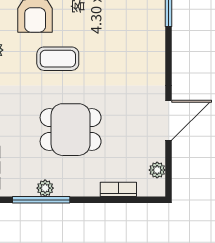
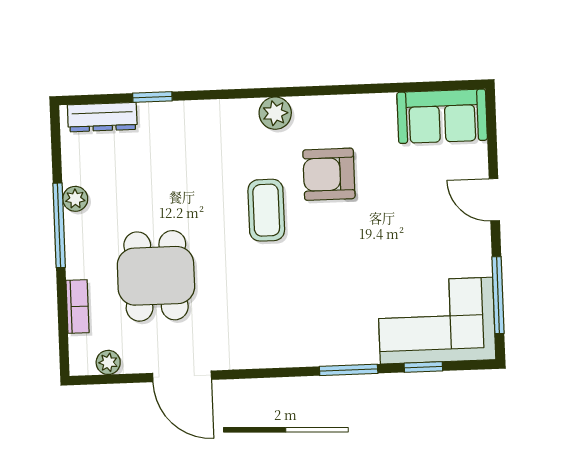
dining table: (71, 130) -> (156, 276), moved
window: (41, 200) -> (59, 225), moved

